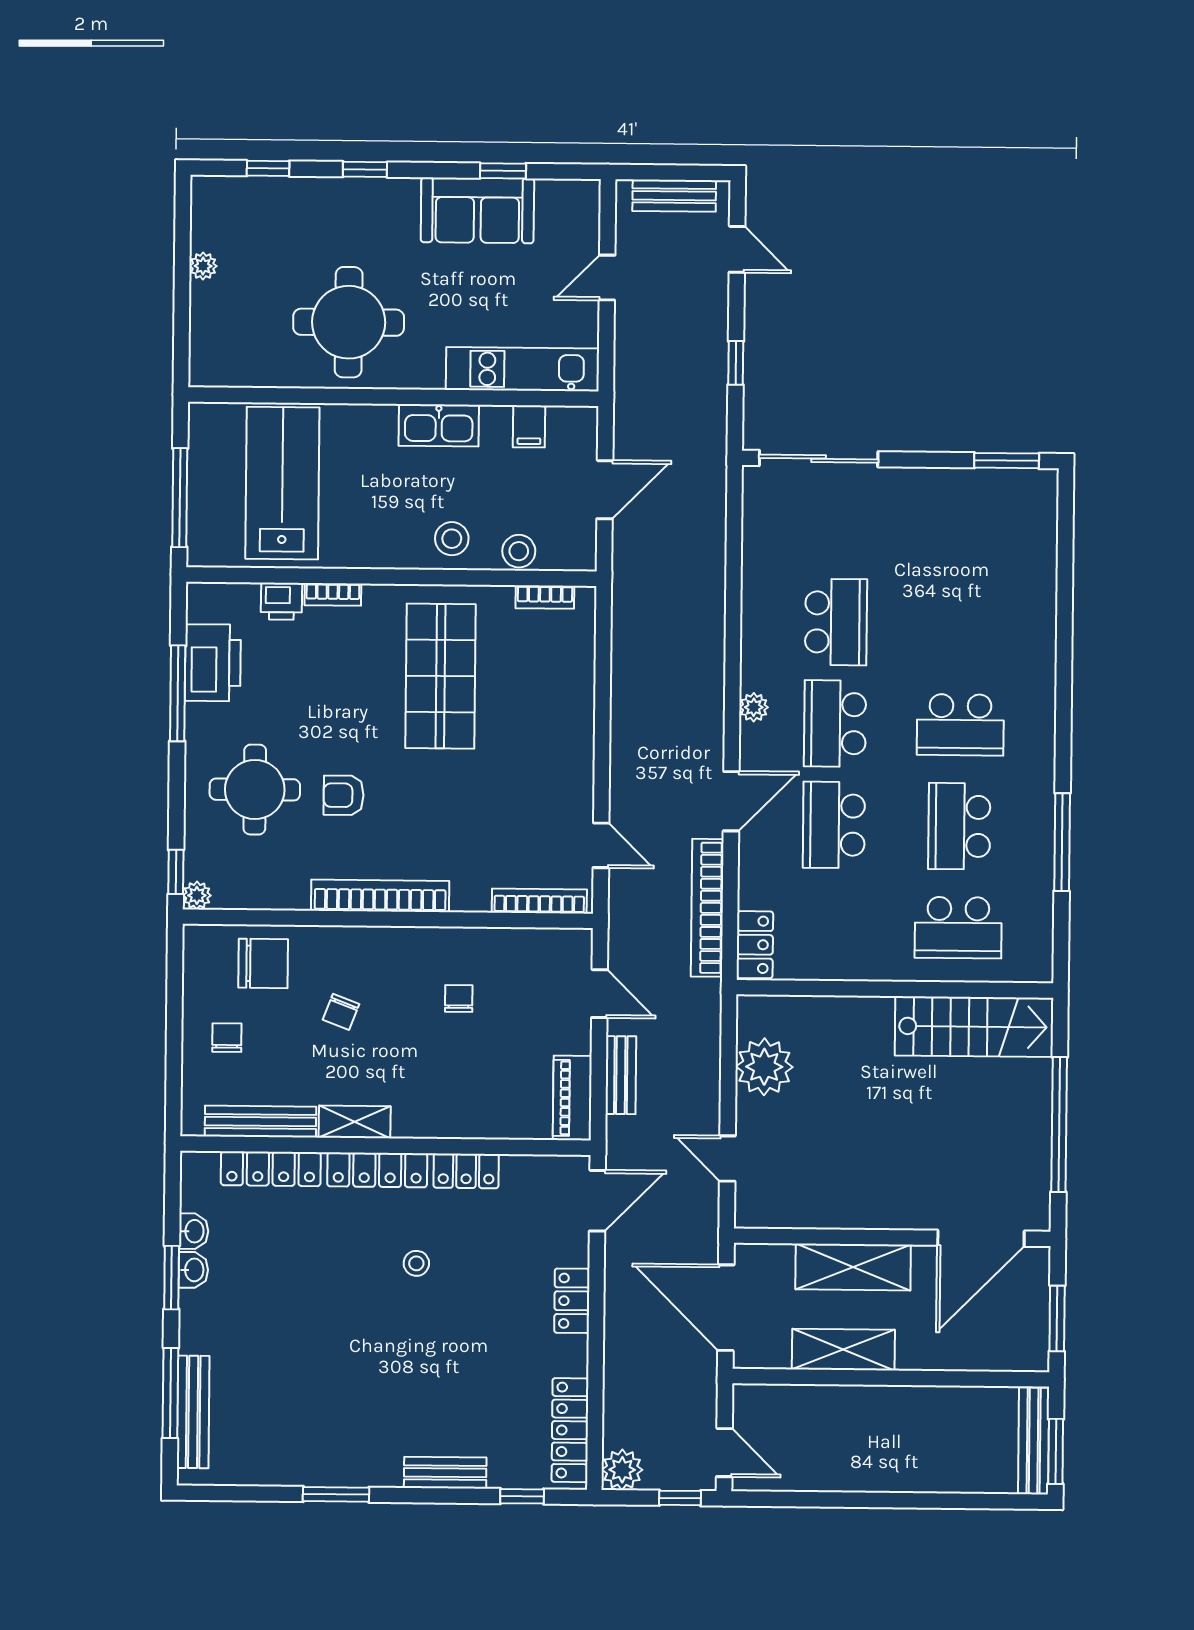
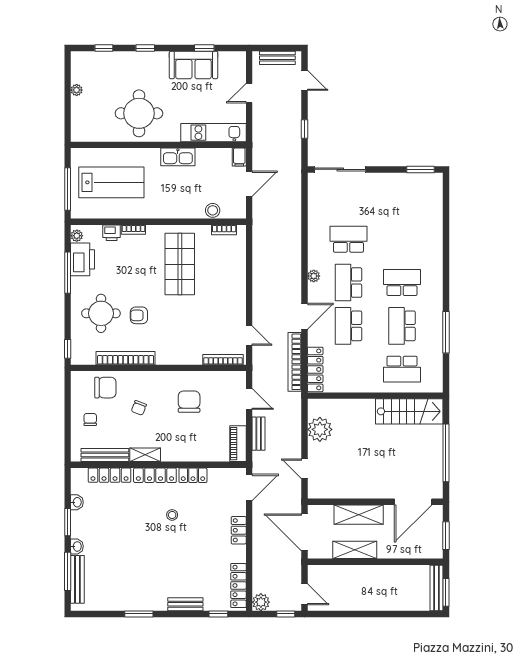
filing cabinet: (529, 426) -> (239, 157), moved
lab bench: (282, 483) -> (111, 182), turned 90
stool: (452, 539) -> (184, 205), removed
school desk: (836, 622) -> (348, 239), turned -90
school desk: (960, 725) -> (402, 283), turned 180
plant: (197, 895) -> (77, 236), moved
bookcase: (380, 896) -> (126, 358), moved
locker: (755, 945) -> (315, 369), width x1.53
chair: (459, 999) -> (189, 402), width x1.87, depth x1.87
washbasin: (193, 1270) -> (77, 546), moved

